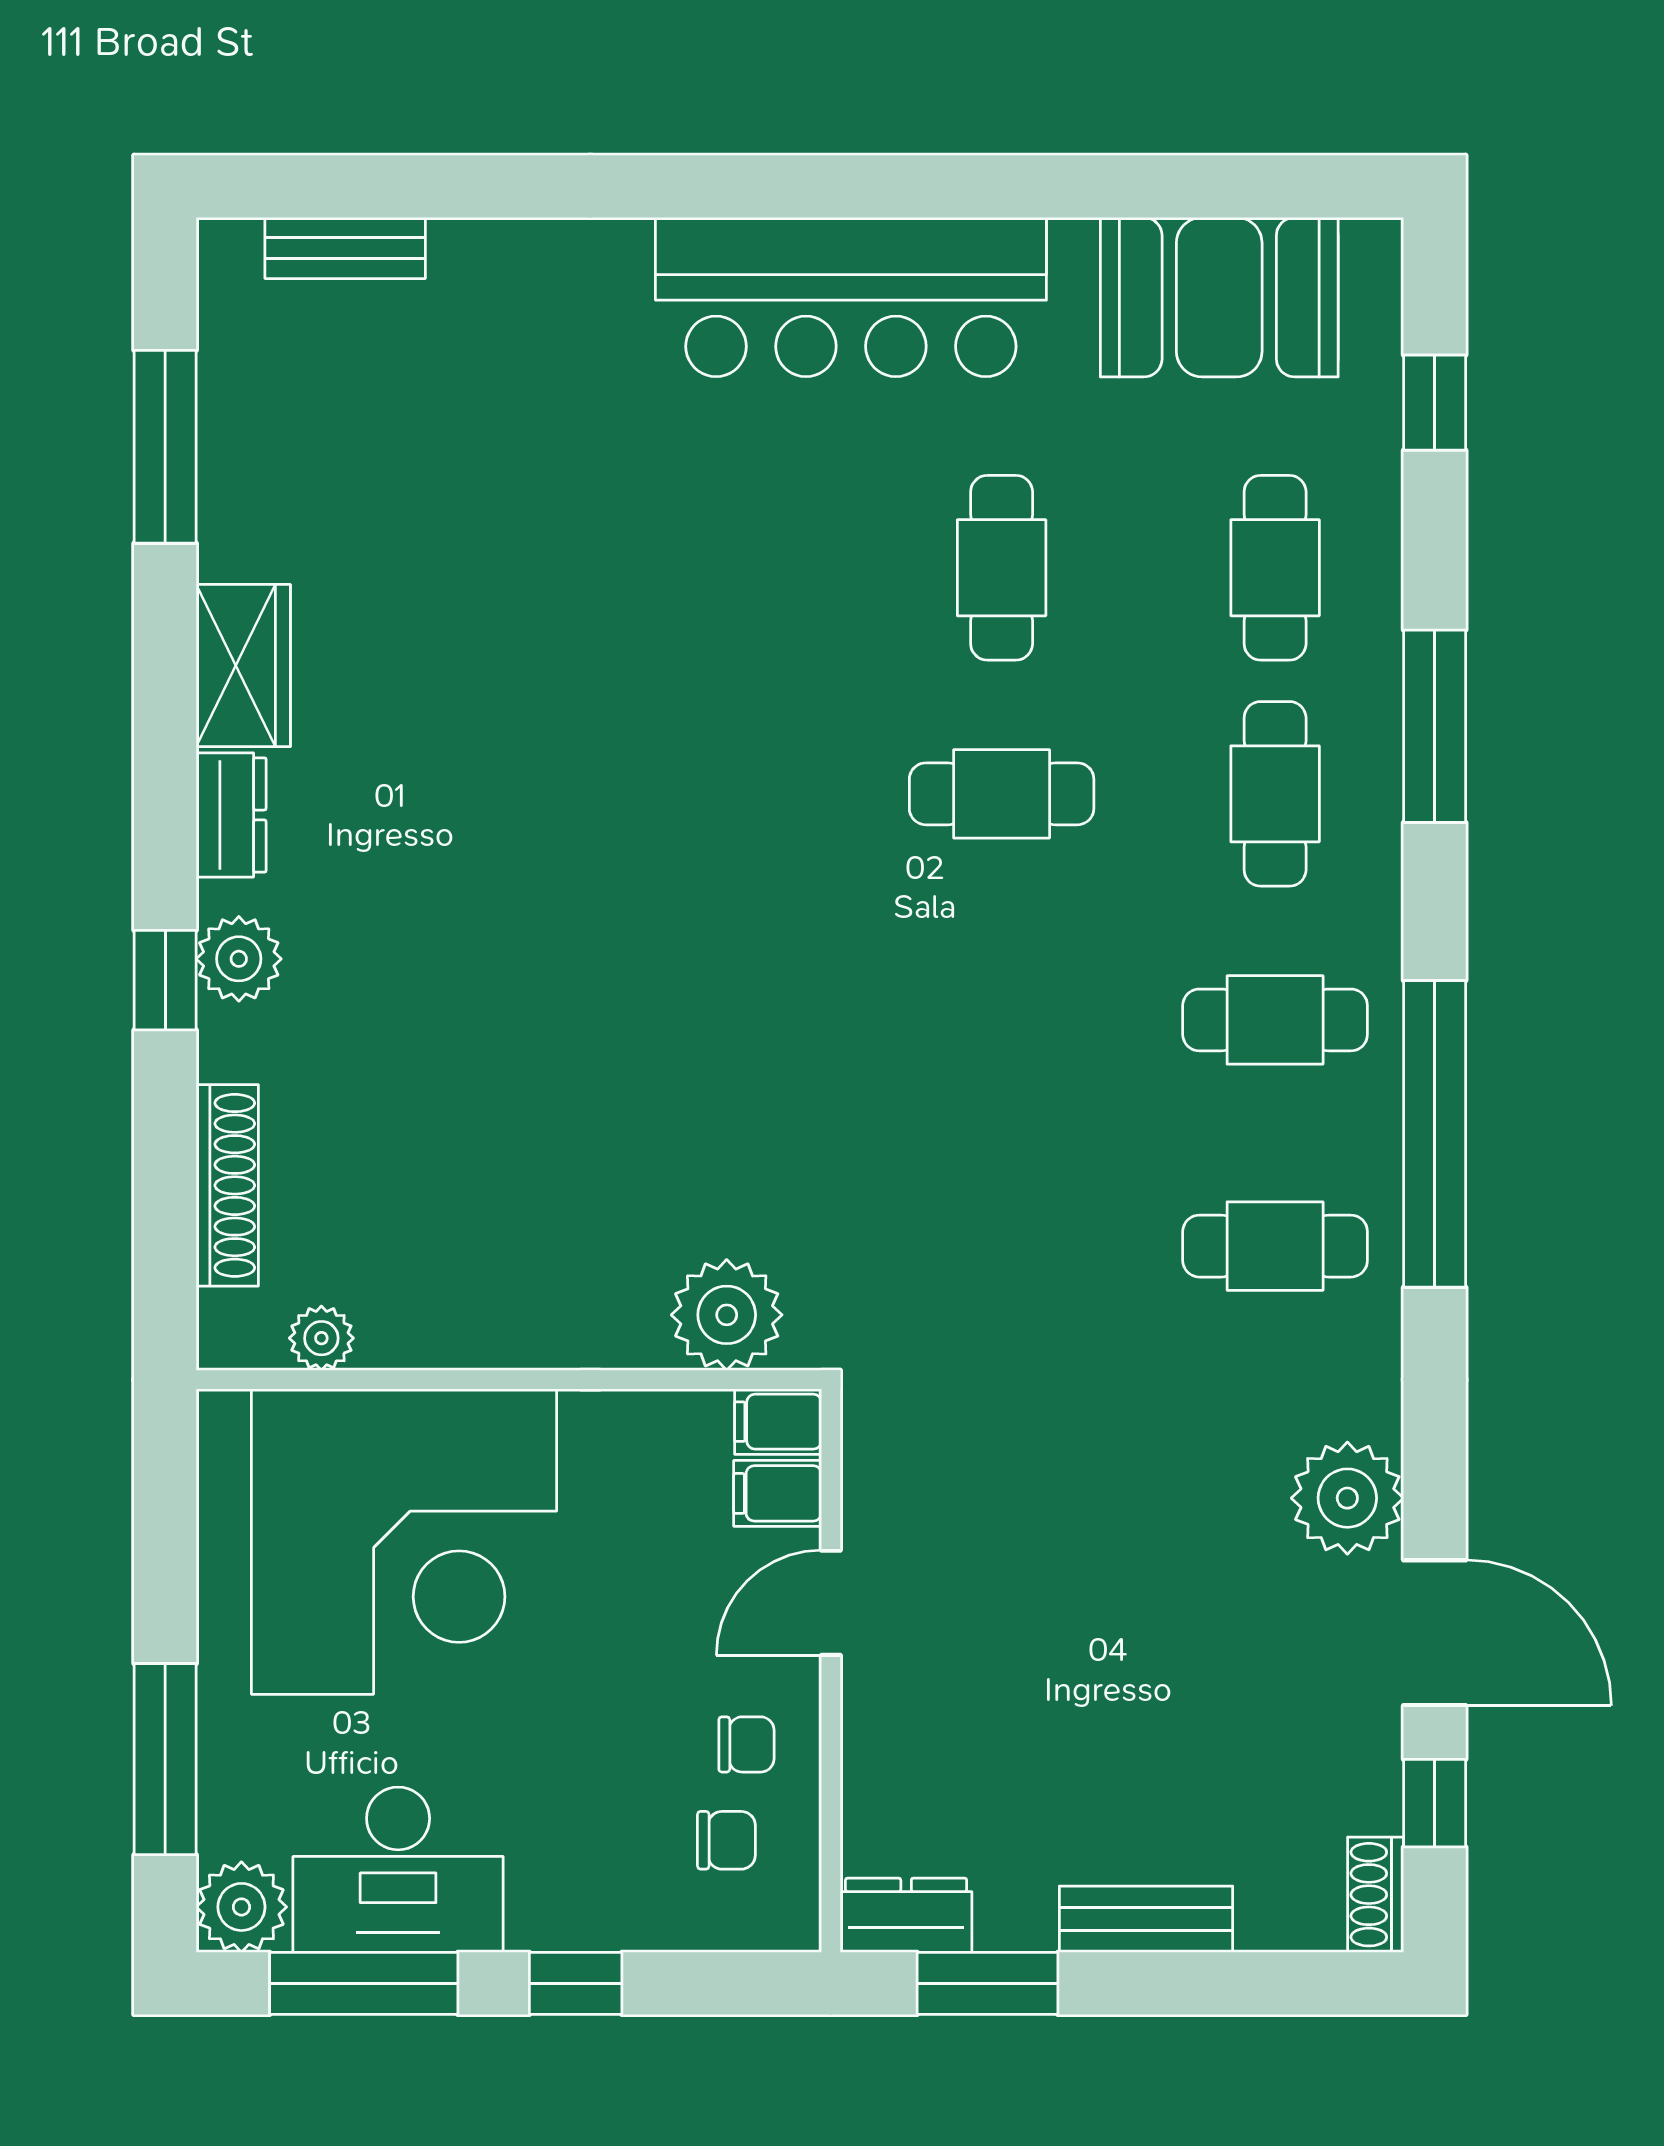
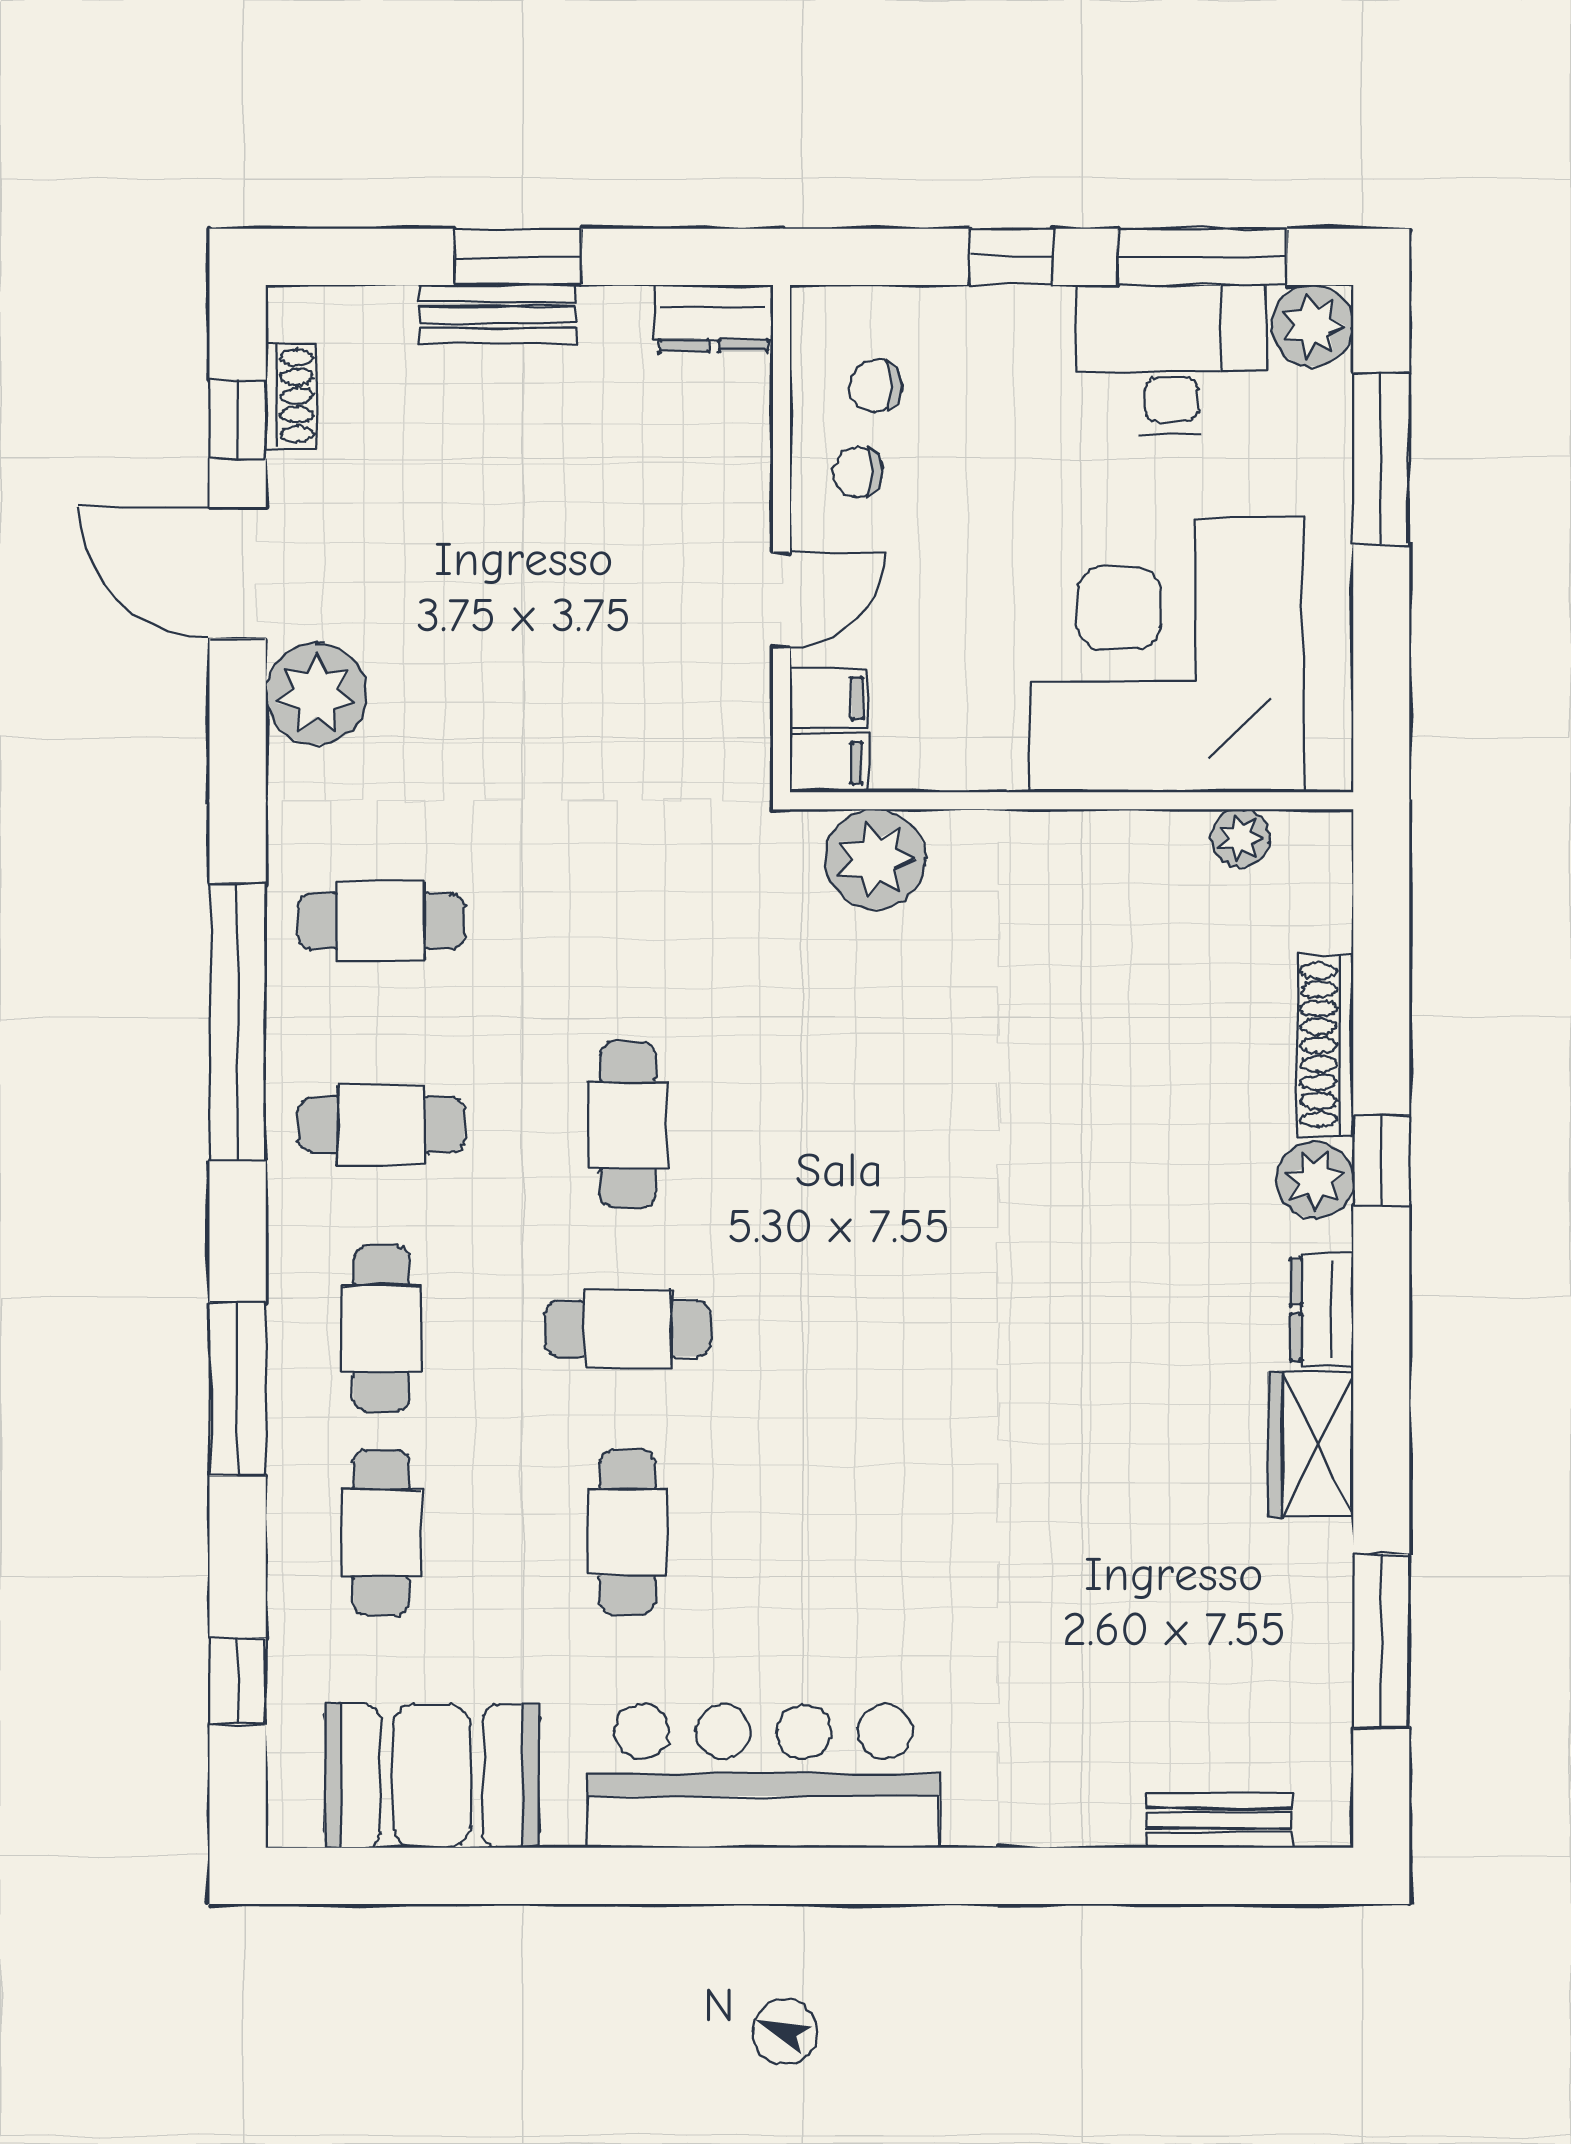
cafe table: (1002, 1020) -> (628, 1125), added
shoe rack: (227, 1185) -> (1325, 1045), moved
shoe rack: (1376, 1895) -> (291, 396), moved
window: (988, 1983) -> (518, 257), moved

